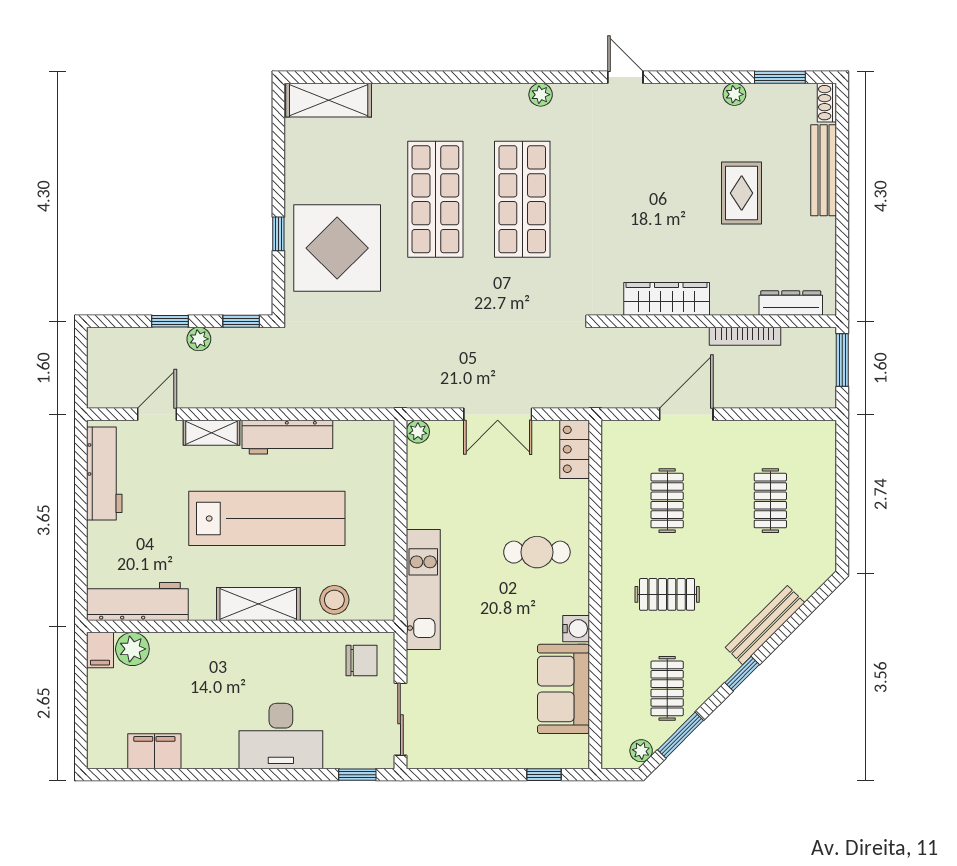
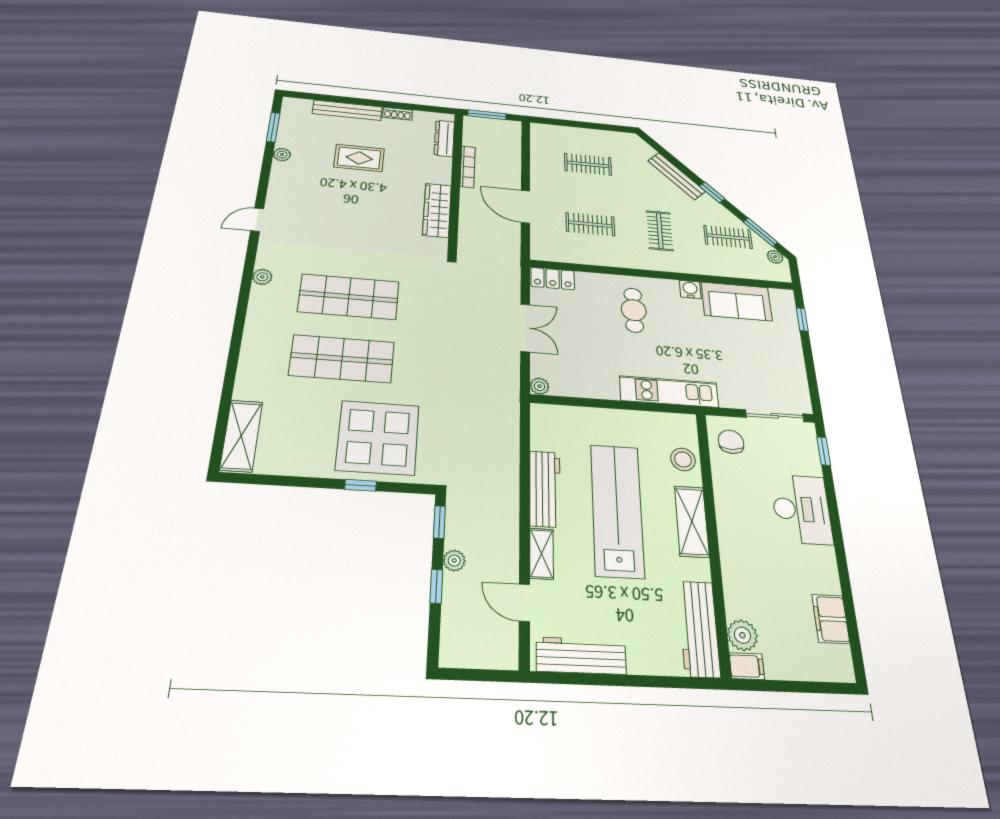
shoe rack: (827, 103) -> (398, 114), moved

